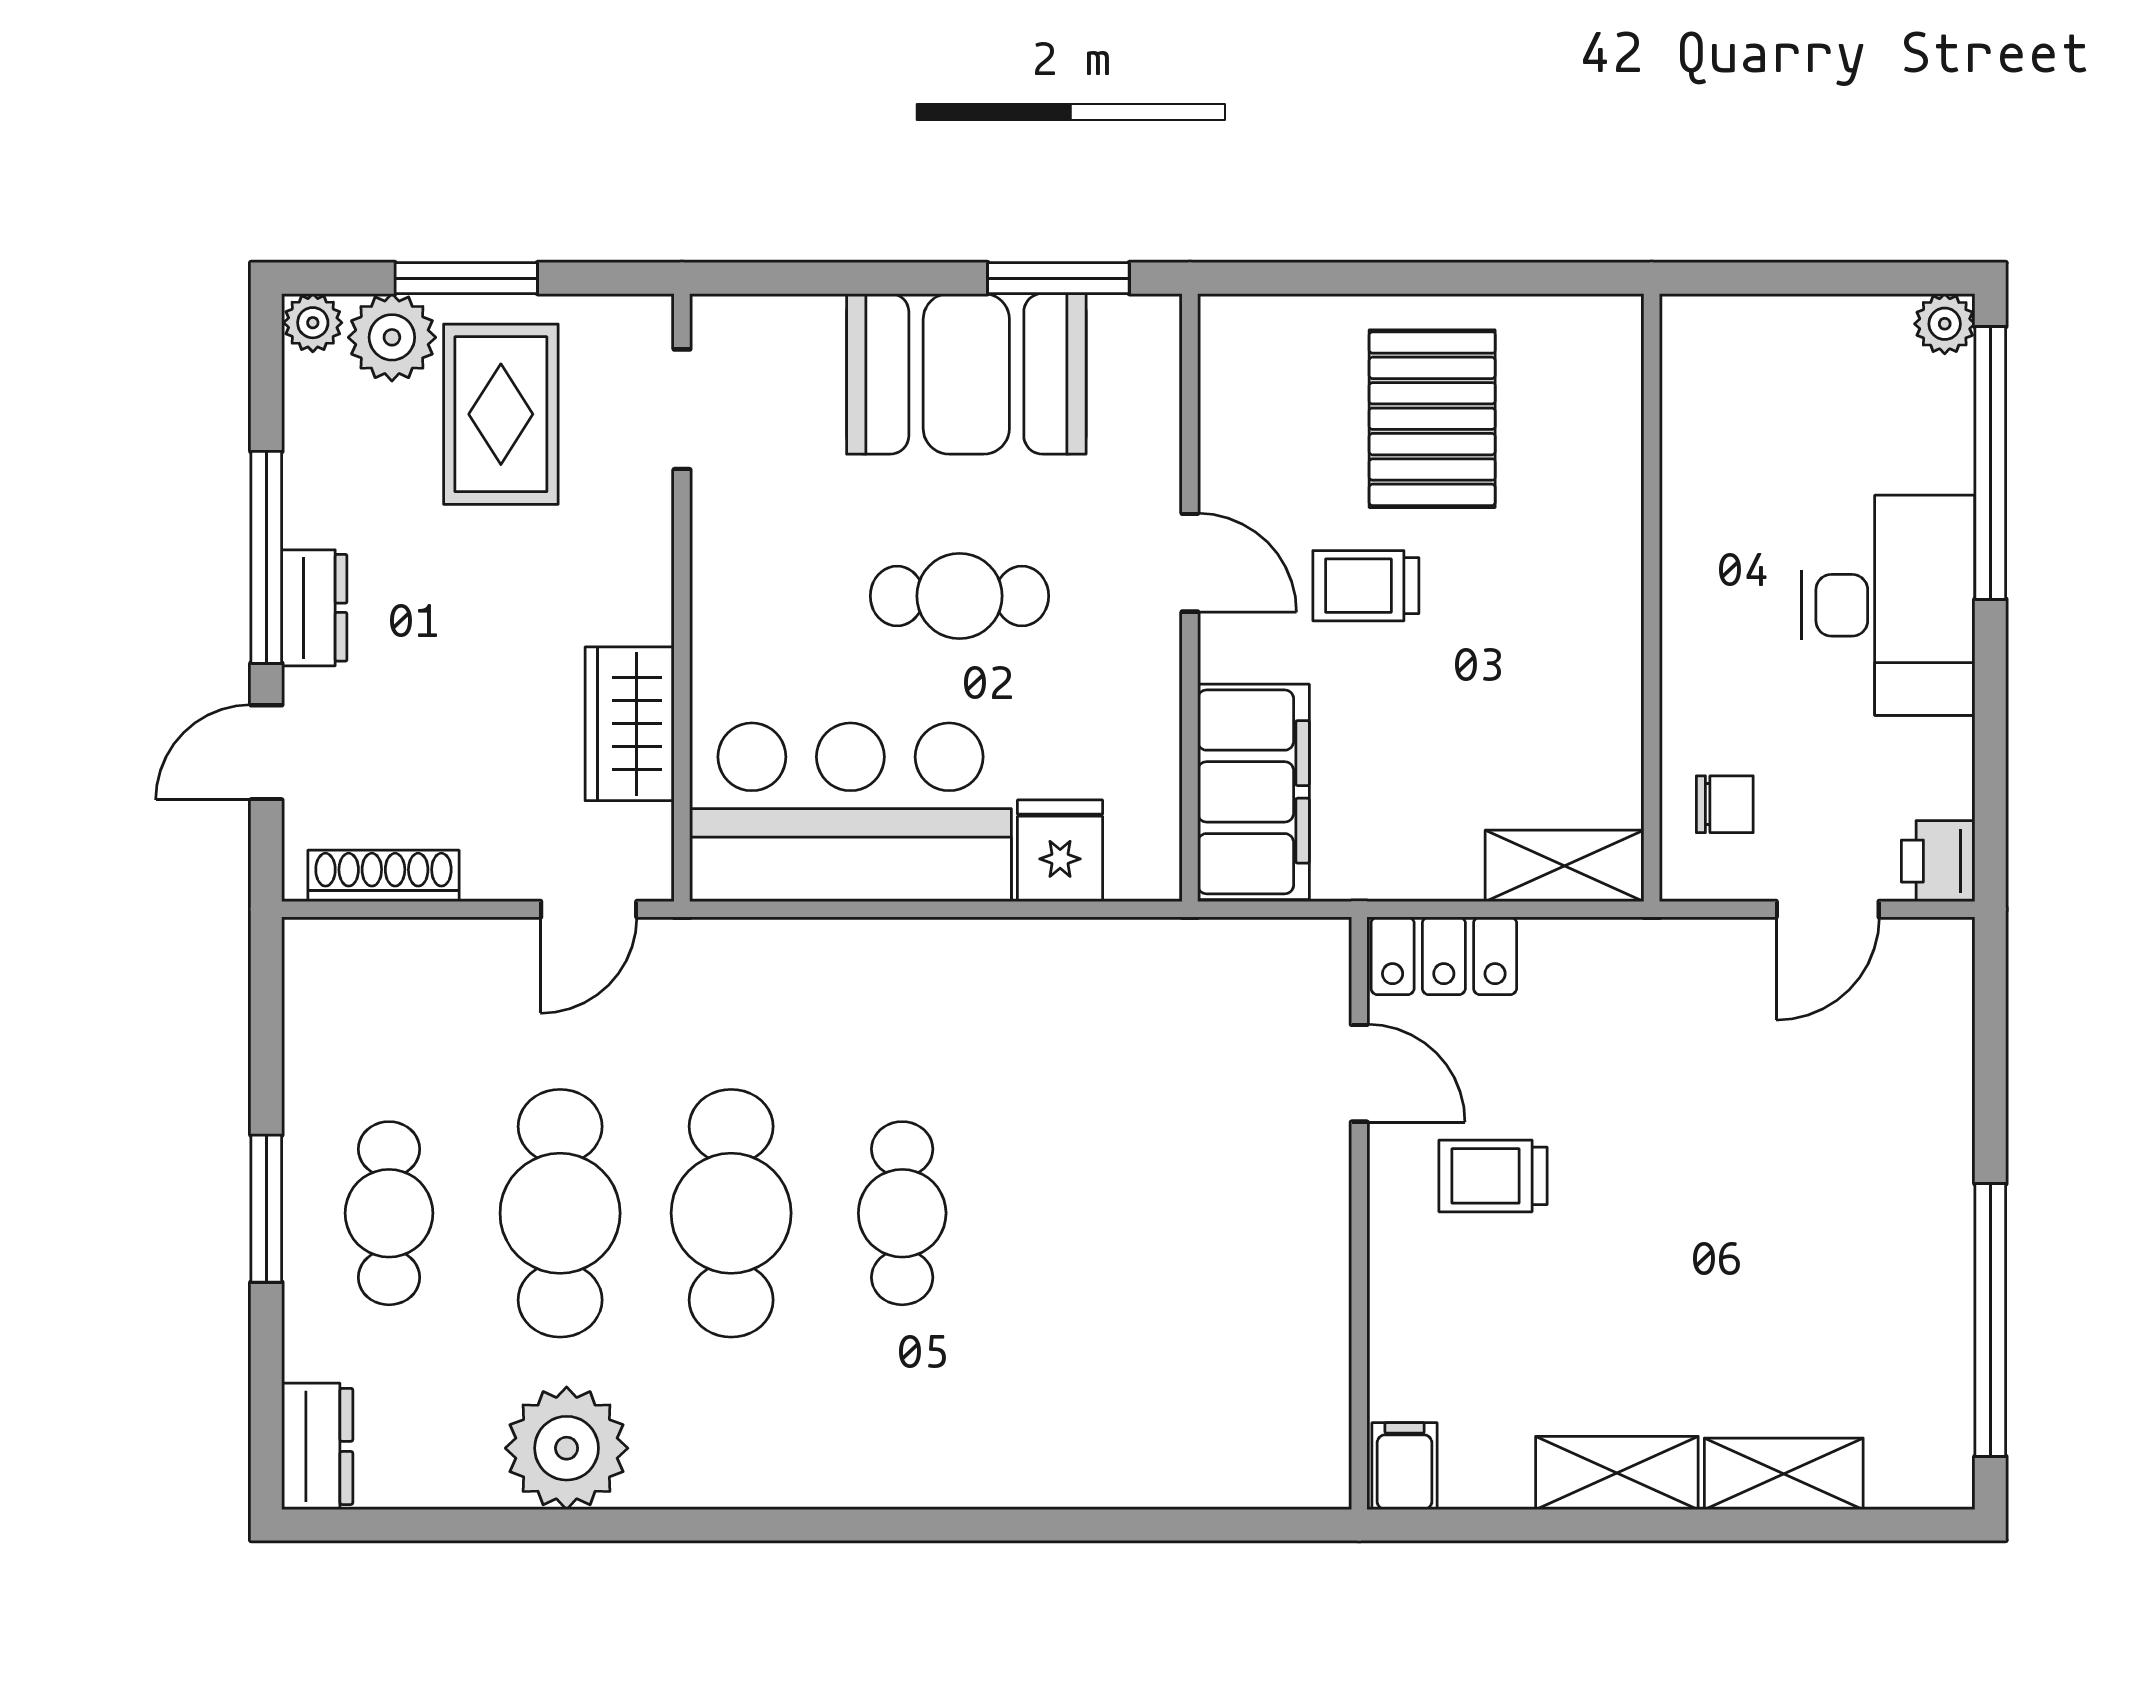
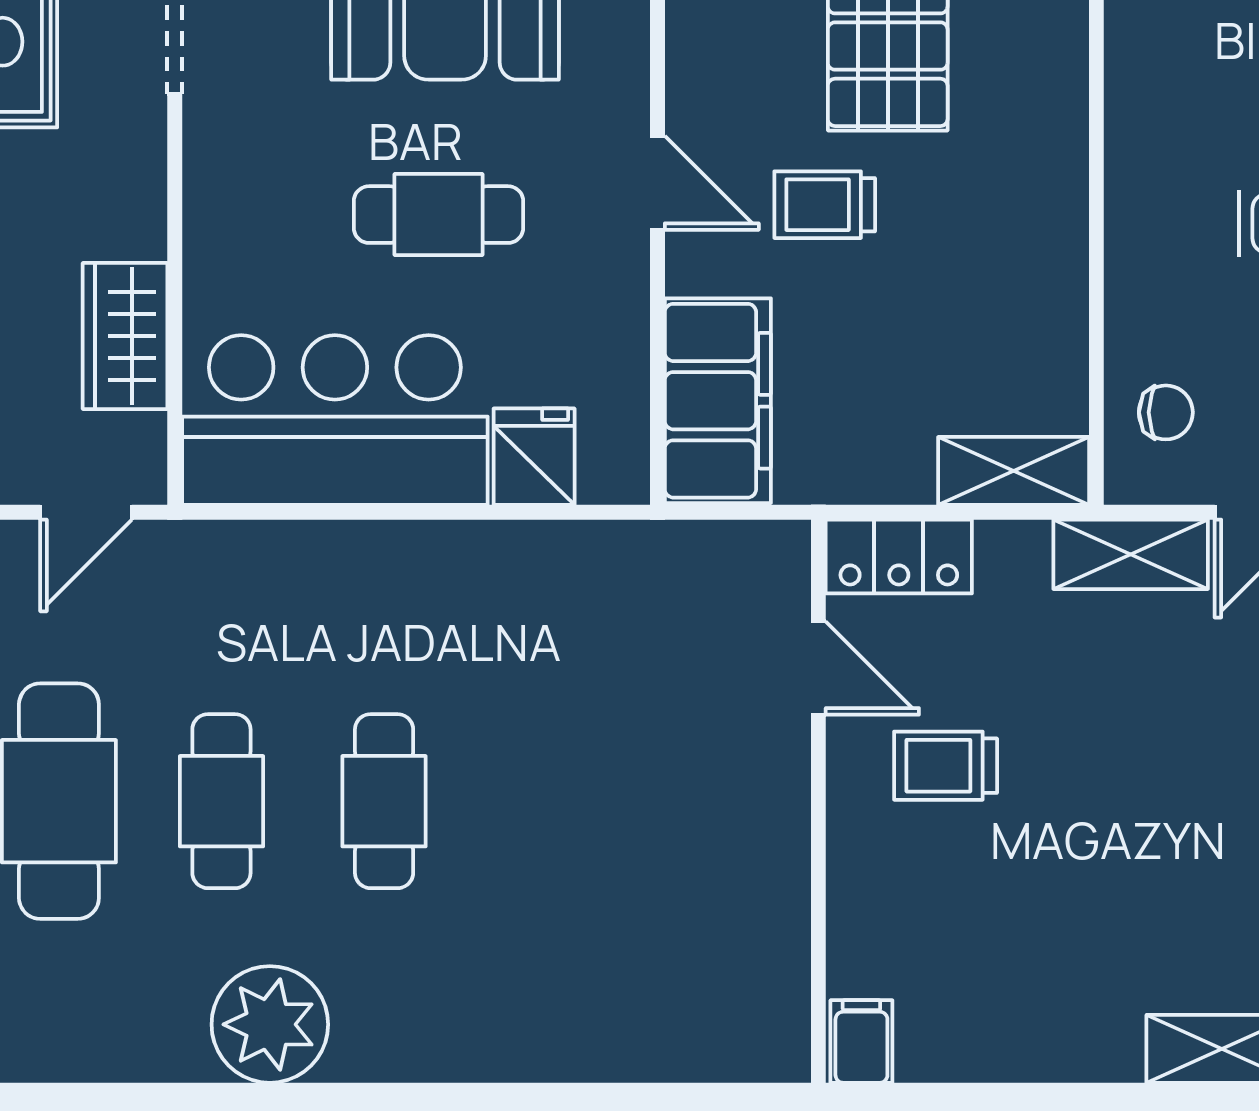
cafe table: (731, 1213) -> (221, 801), width x0.73, depth x0.74
plant: (567, 1448) -> (270, 1024), moved
shelving: (1617, 1473) -> (1131, 554), moved

